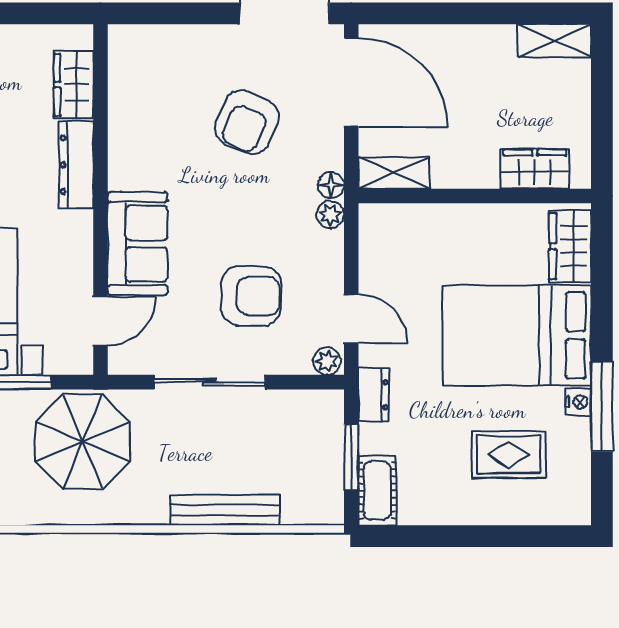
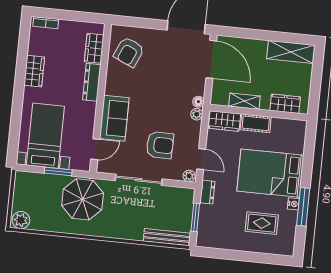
shelving: (554, 41) -> (291, 52), width x1.50, depth x1.33
armchair: (247, 122) -> (129, 52), moved
shelving: (394, 173) -> (244, 101), moved
wardrobe: (570, 246) -> (224, 121), moved, turned -90
cot: (377, 491) -> (256, 123), moved, turned 90
bench: (225, 510) -> (167, 237), moved

